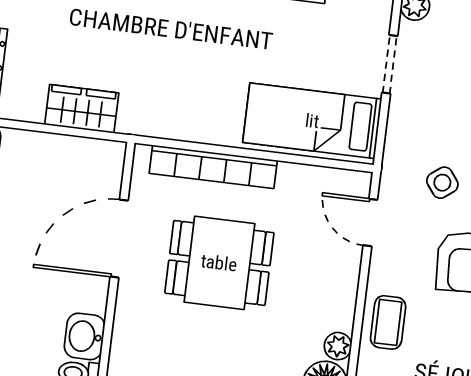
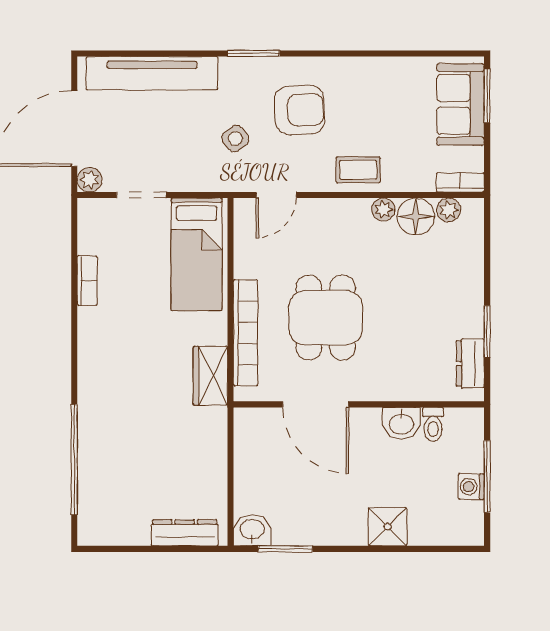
wardrobe: (82, 109) -> (210, 376), moved

